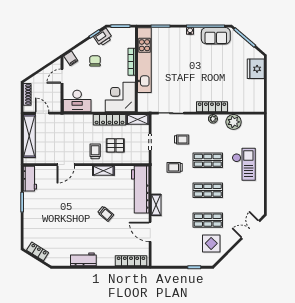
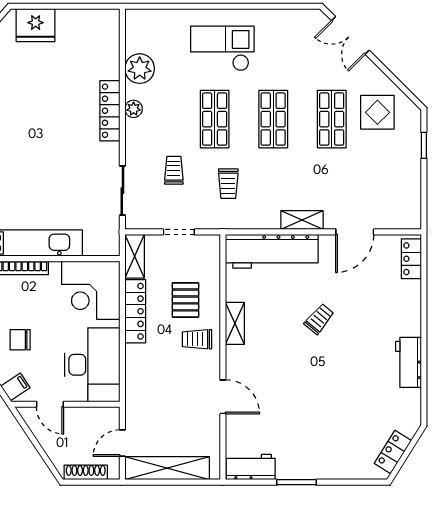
desk: (77, 101) -> (92, 365), width x1.36, depth x1.30
locker: (131, 261) -> (411, 259), width x0.66

